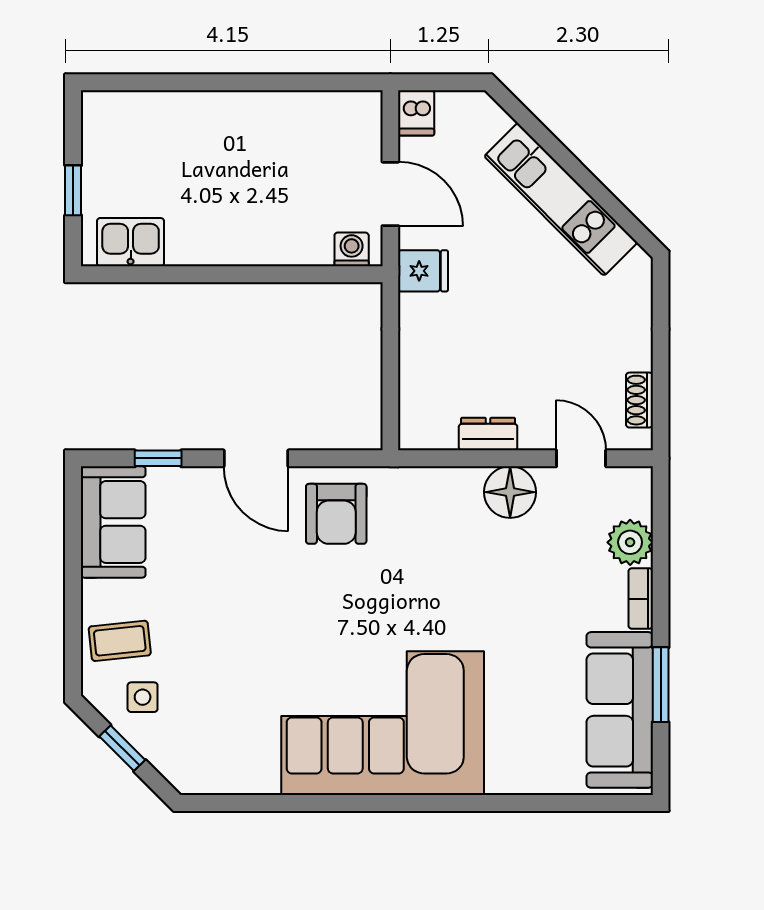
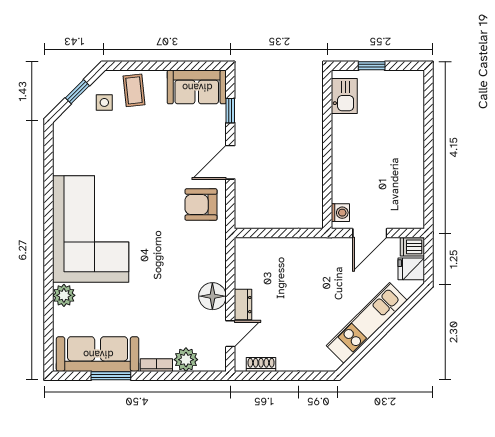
fridge: (423, 271) -> (411, 269), moved, turned 90
dresser: (488, 434) -> (243, 305), moved
plant: (508, 774) -> (64, 295), added

